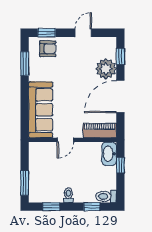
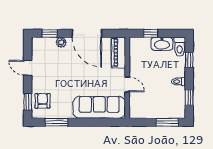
plant: (106, 69) -> (61, 42), width x0.53, depth x0.53
washbasin: (109, 154) -> (162, 44), moved

